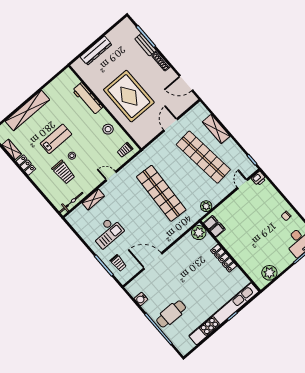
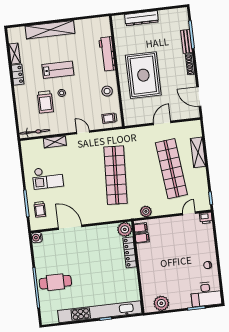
locker: (224, 258) -> (130, 252), moved
water cooler: (141, 299) -> (37, 238), moved

